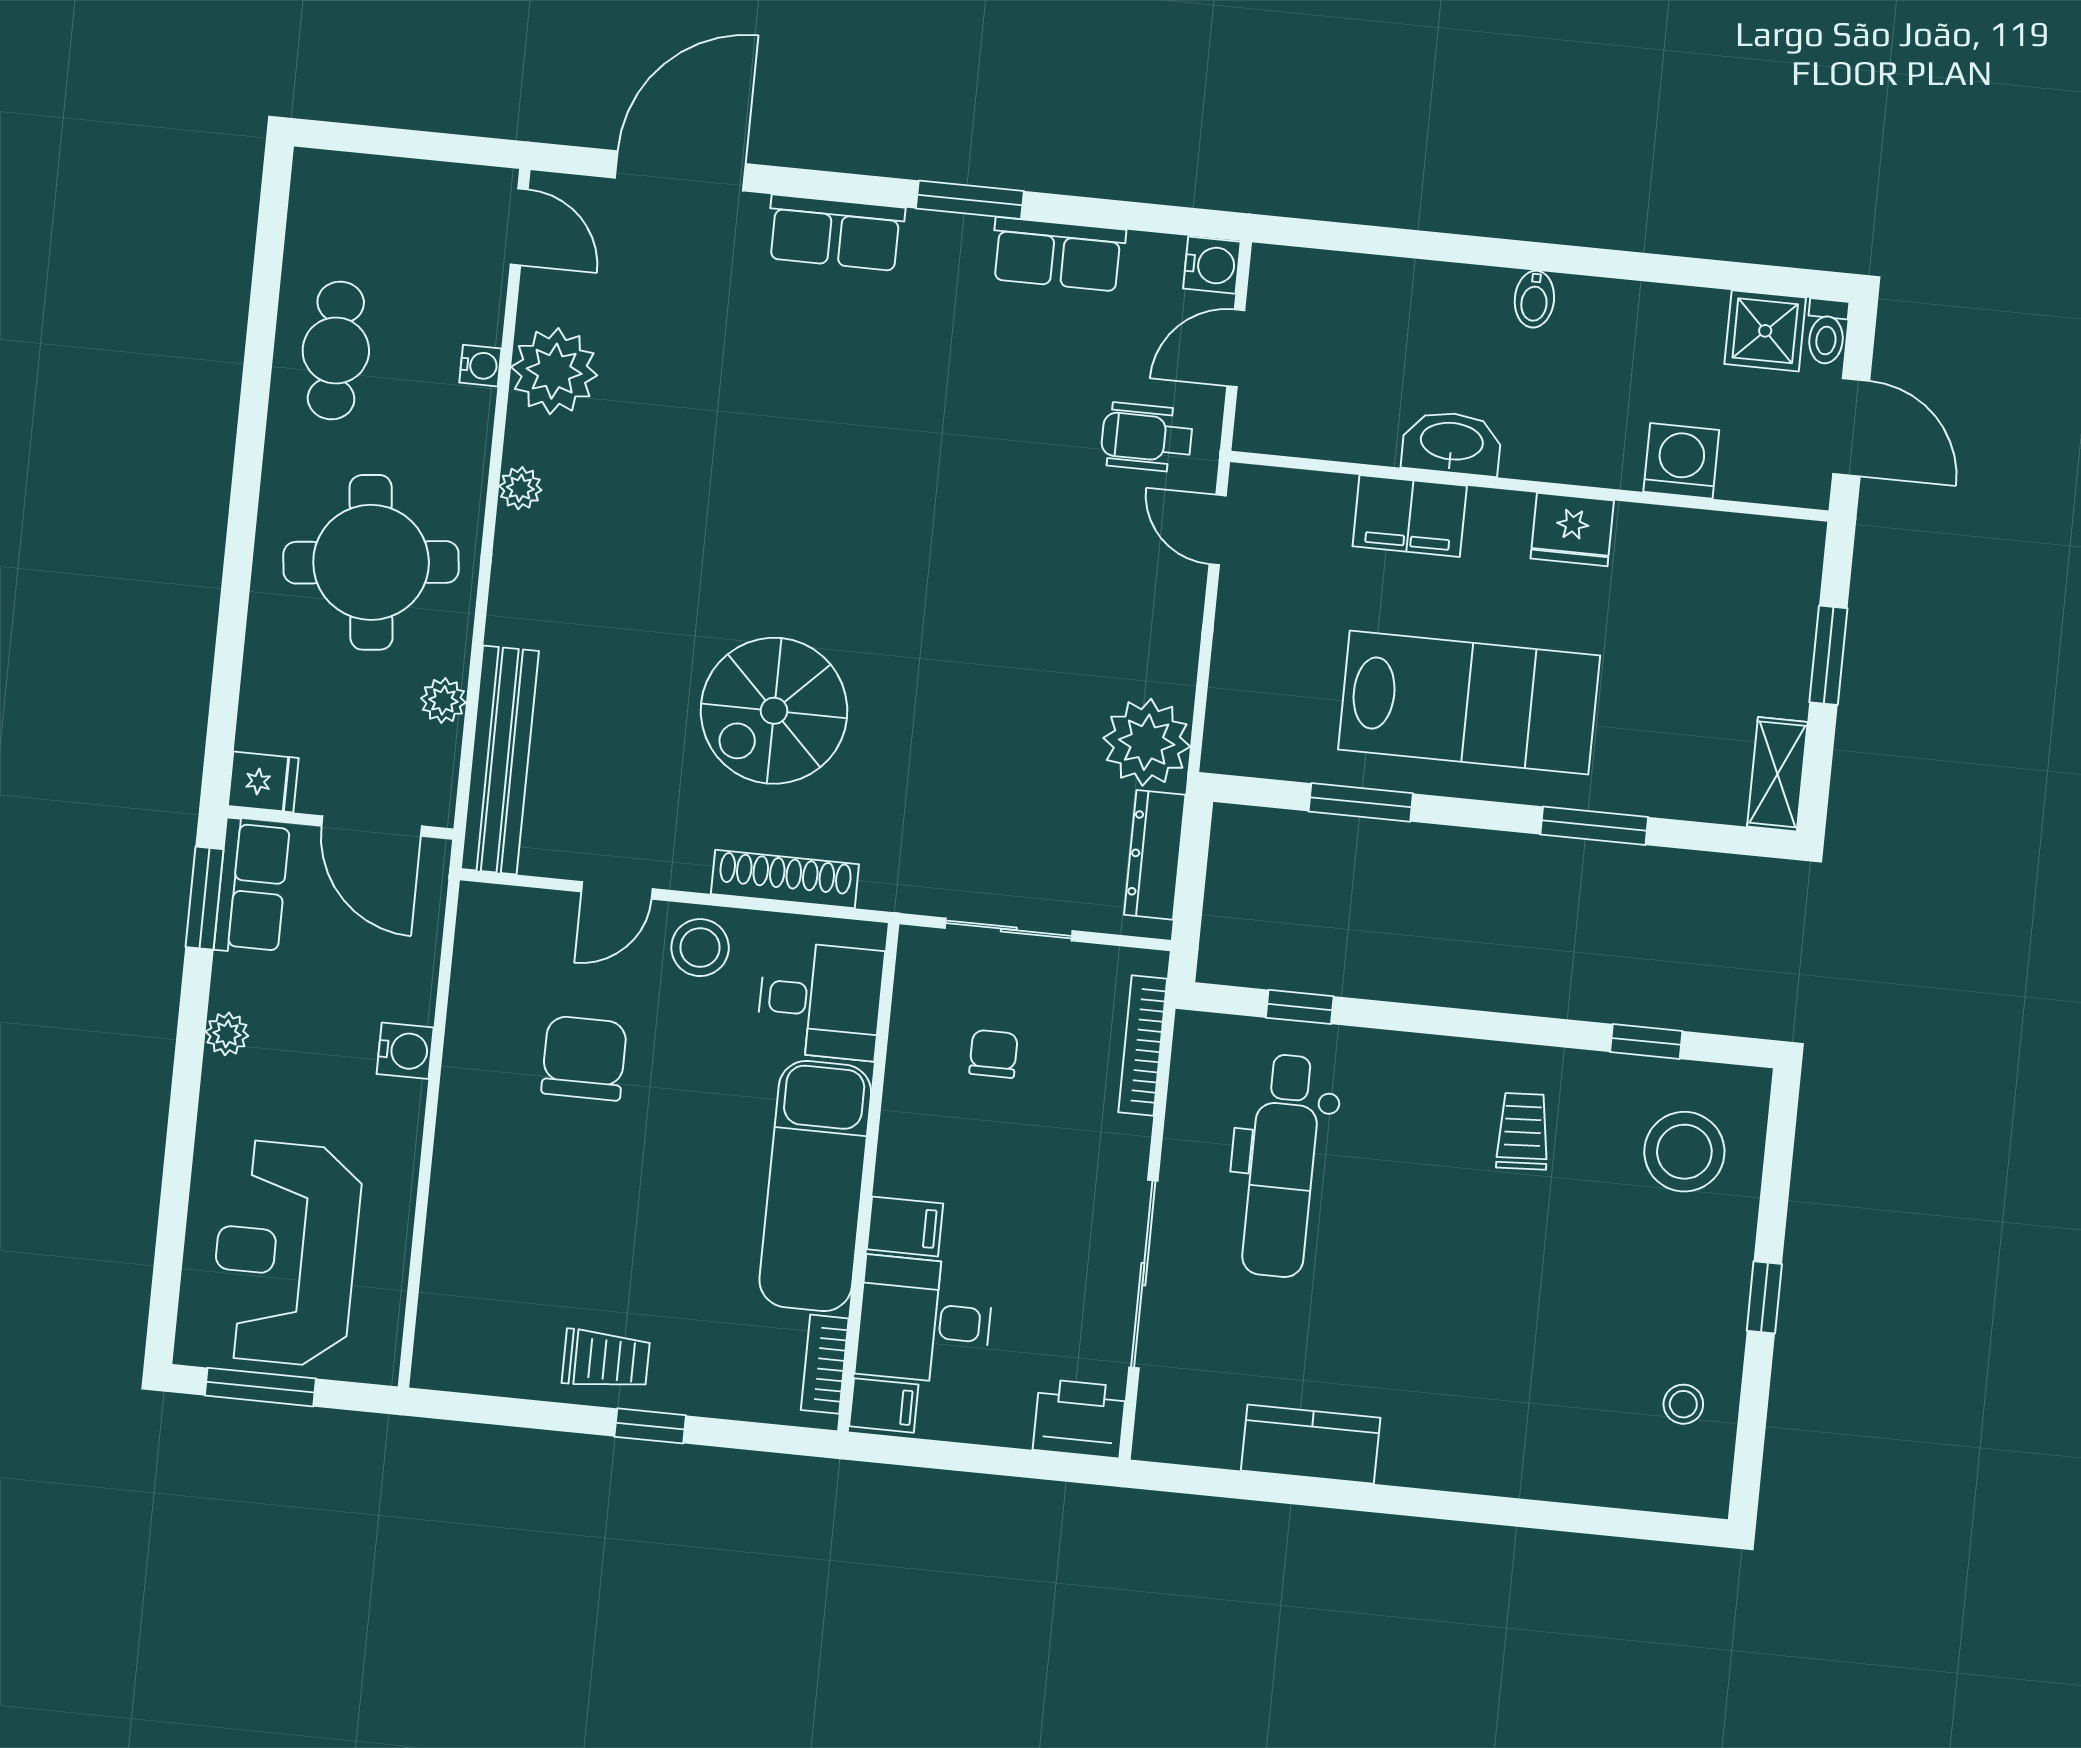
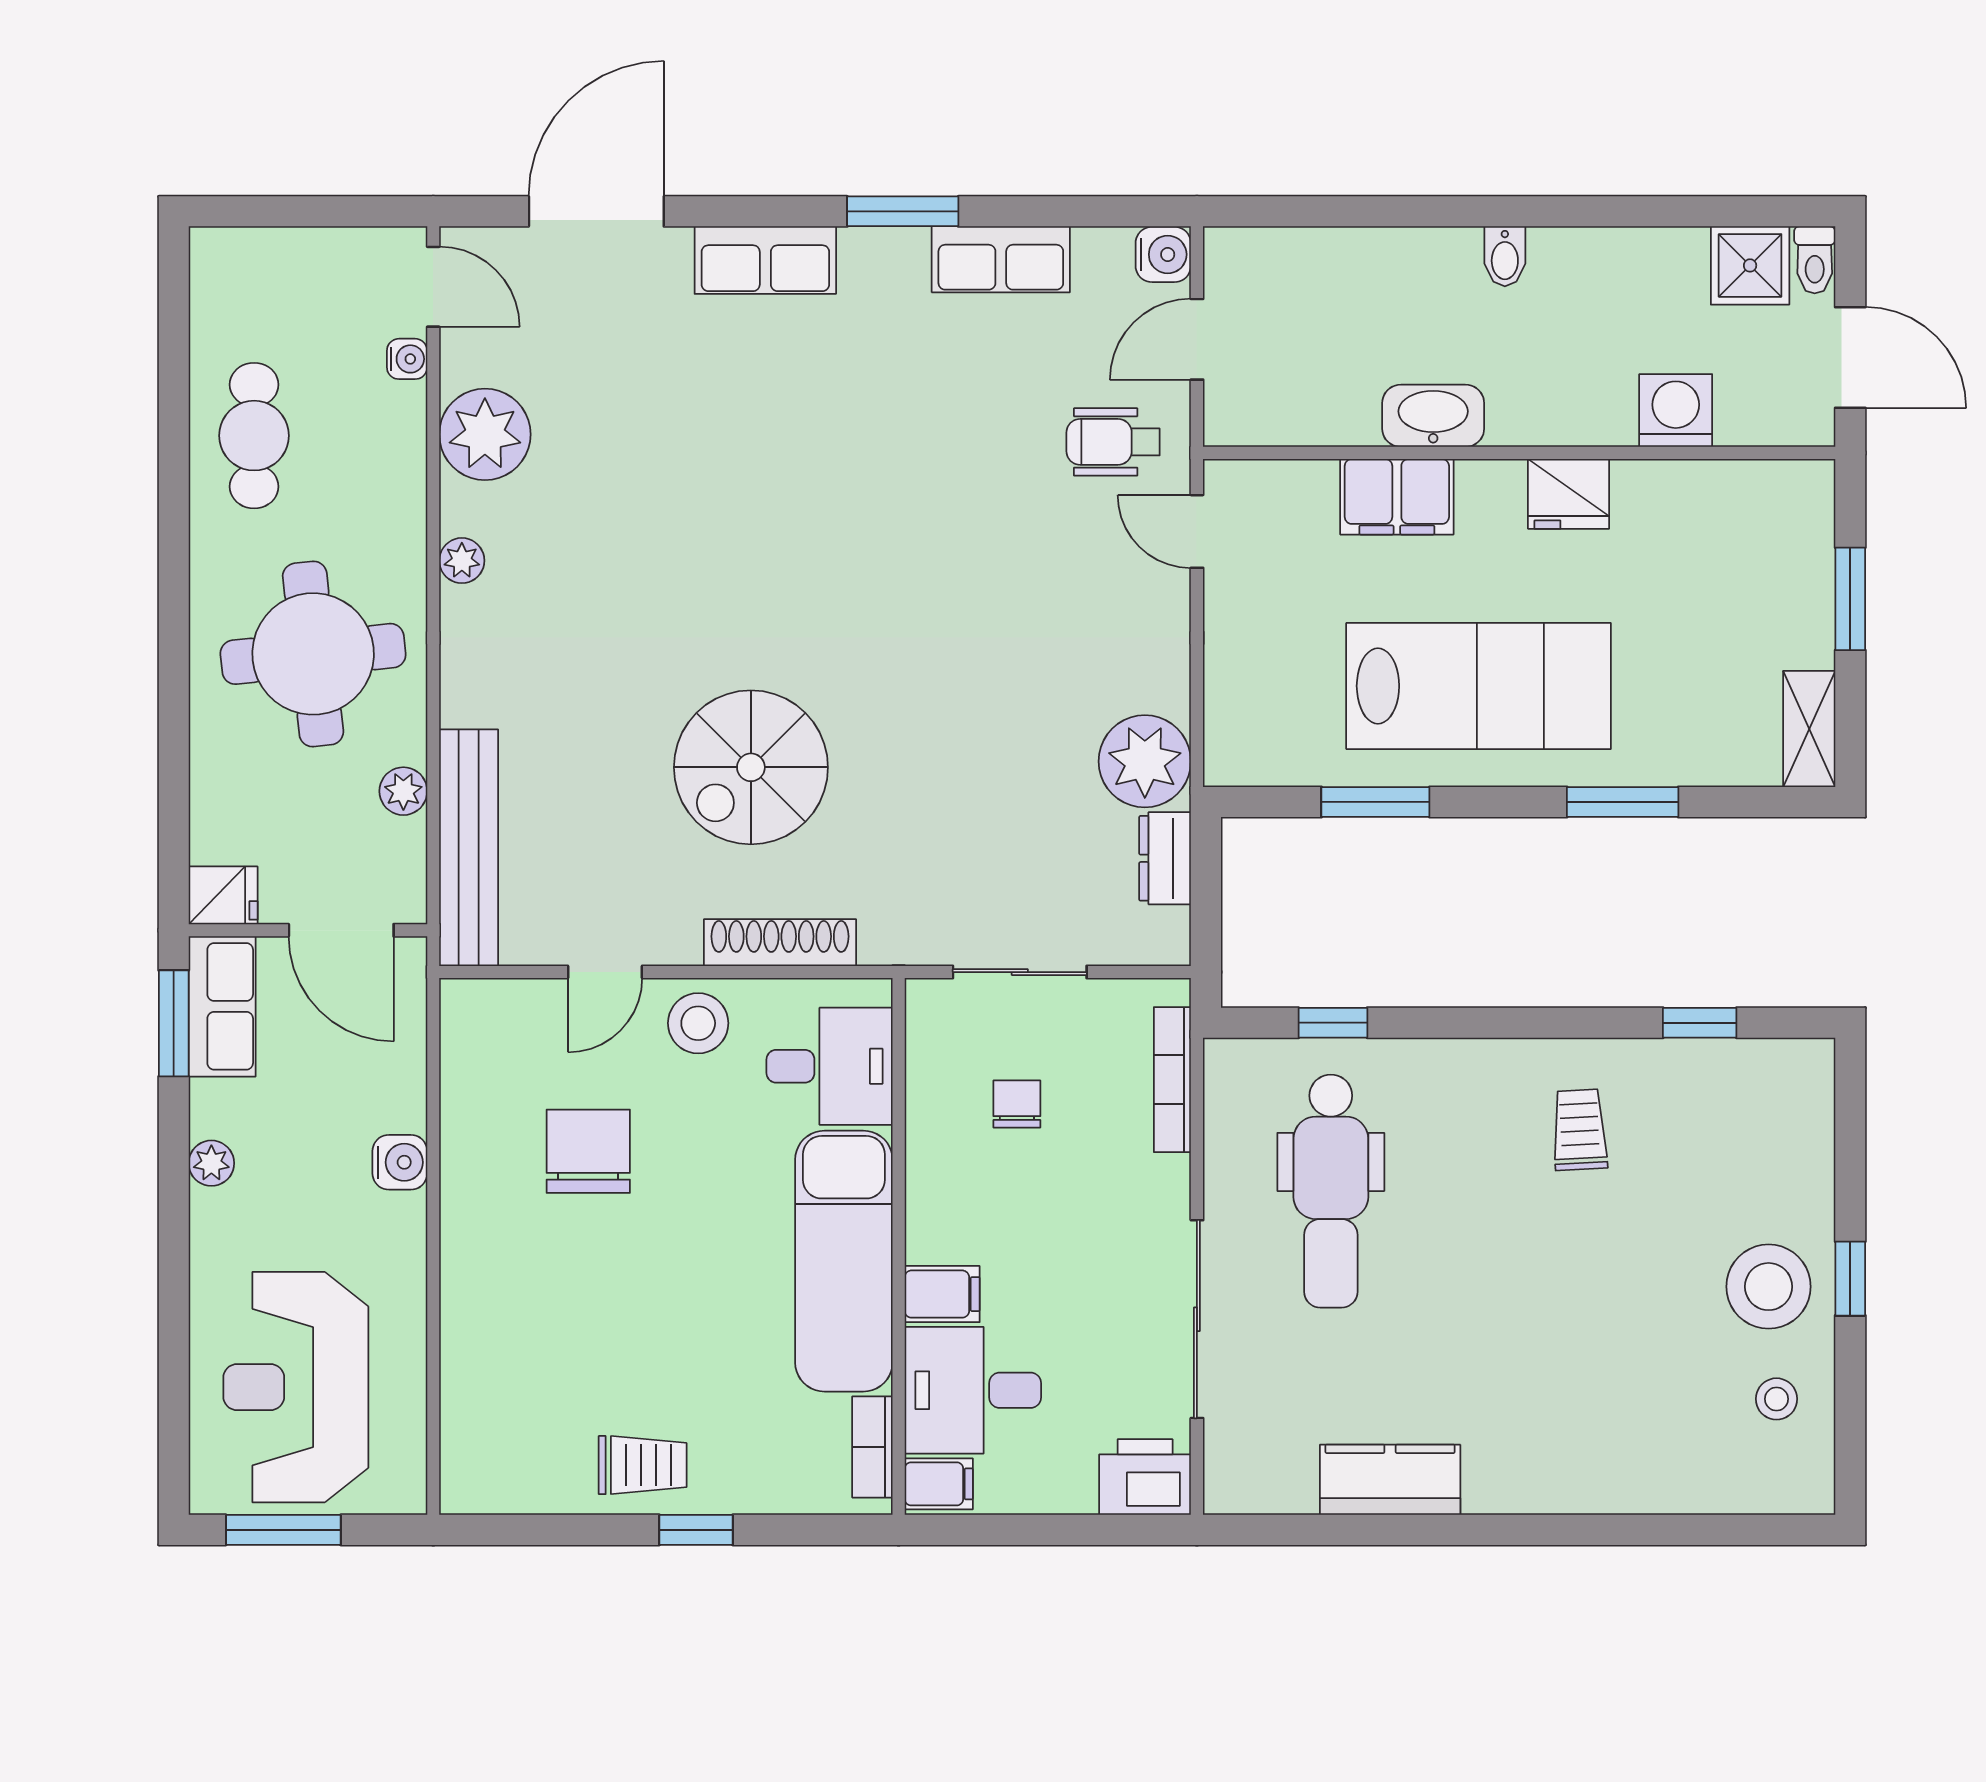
water cooler: (480, 366) -> (407, 359), moved
dresser: (1155, 855) -> (1165, 858), width x0.70
stool: (1684, 1152) -> (1769, 1287), moved

